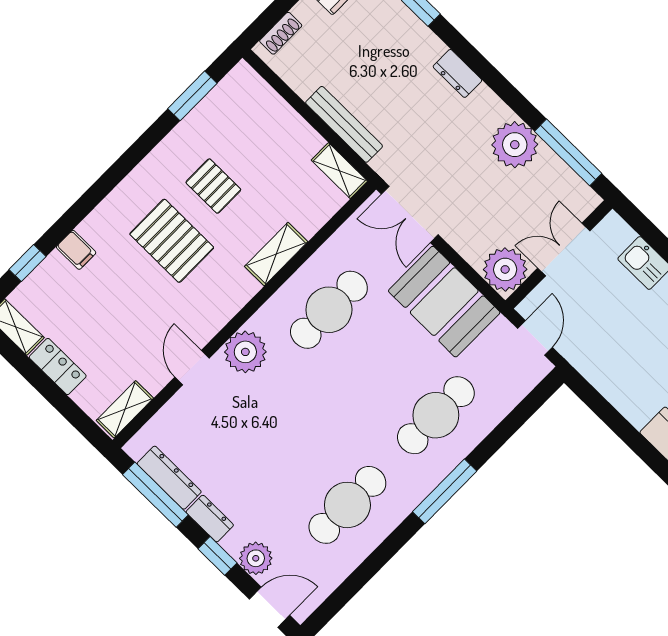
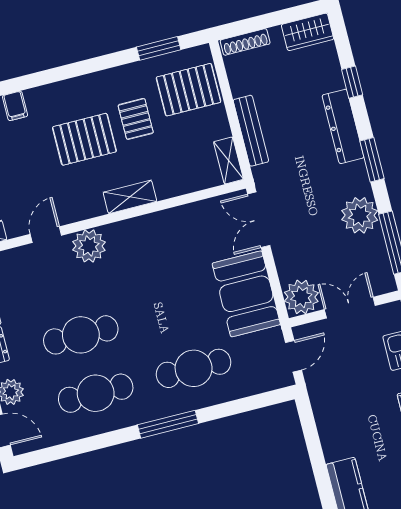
shoe rack: (281, 33) -> (245, 42), width x1.43
dresser: (457, 73) -> (343, 126), width x1.96, depth x1.24
window: (492, 77) -> (372, 160), added
pallet: (251, 121) -> (189, 90), added
pallet: (172, 241) -> (84, 139), turned 90
shelving: (276, 254) -> (130, 197), moved
cafe table: (329, 310) -> (81, 335), moved

